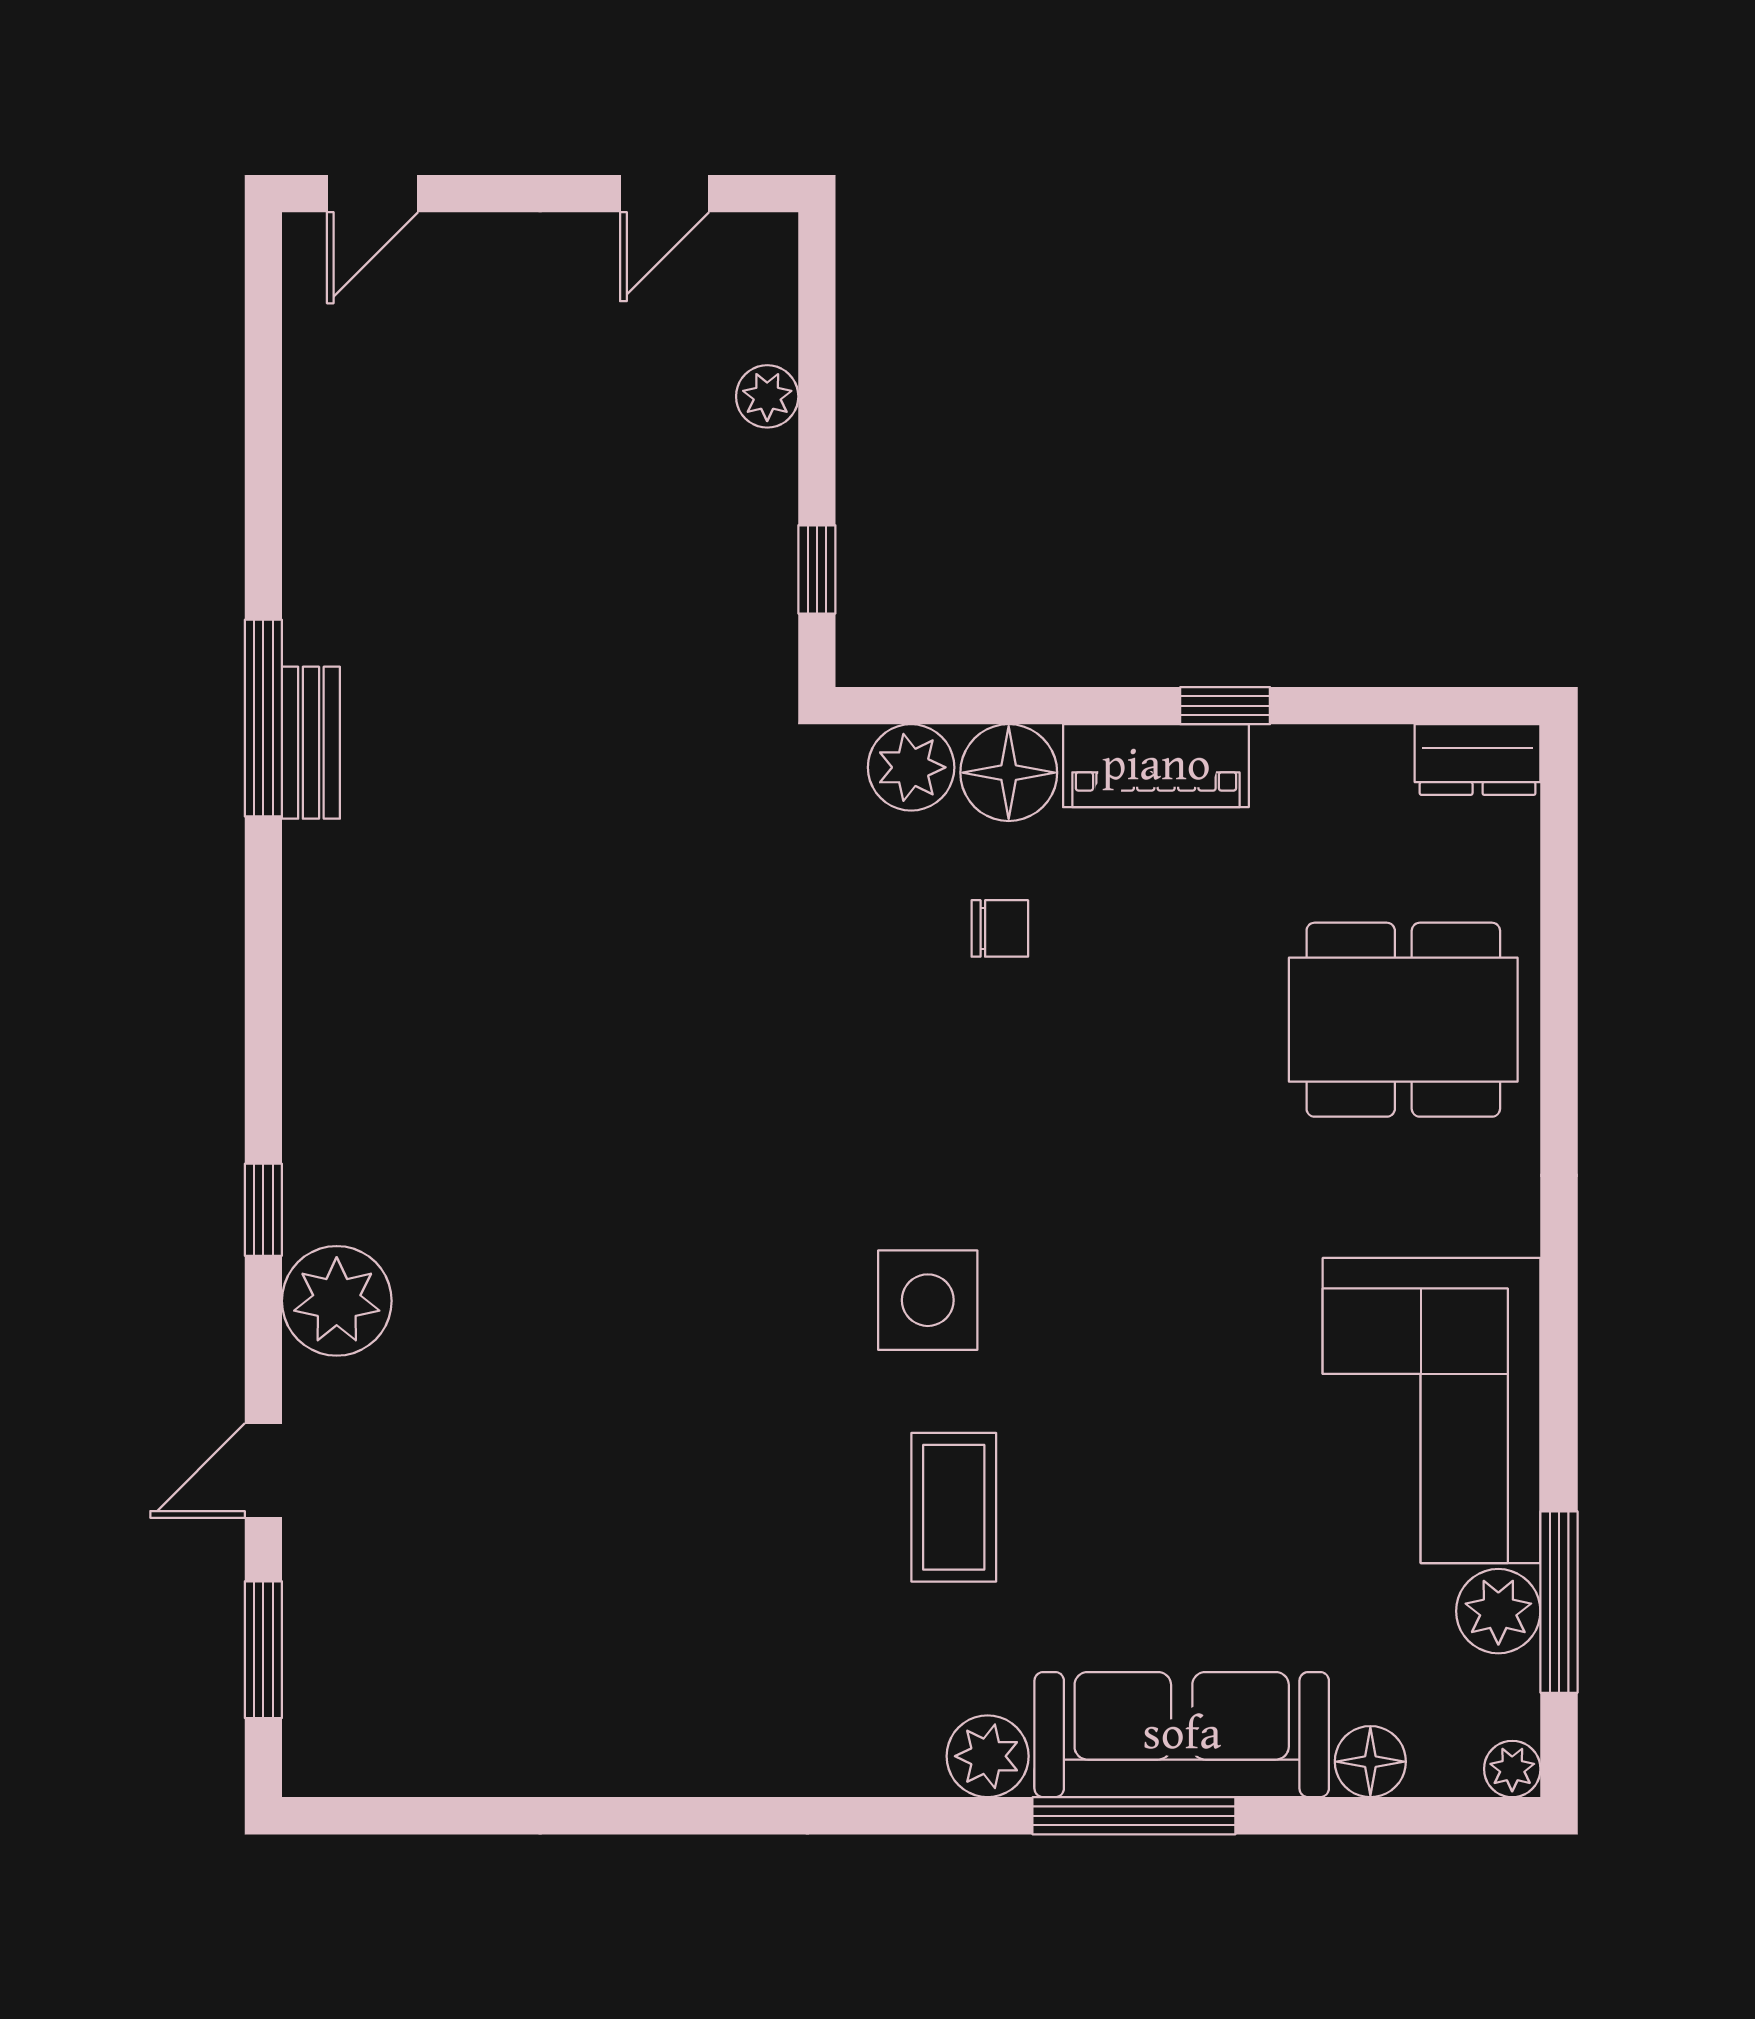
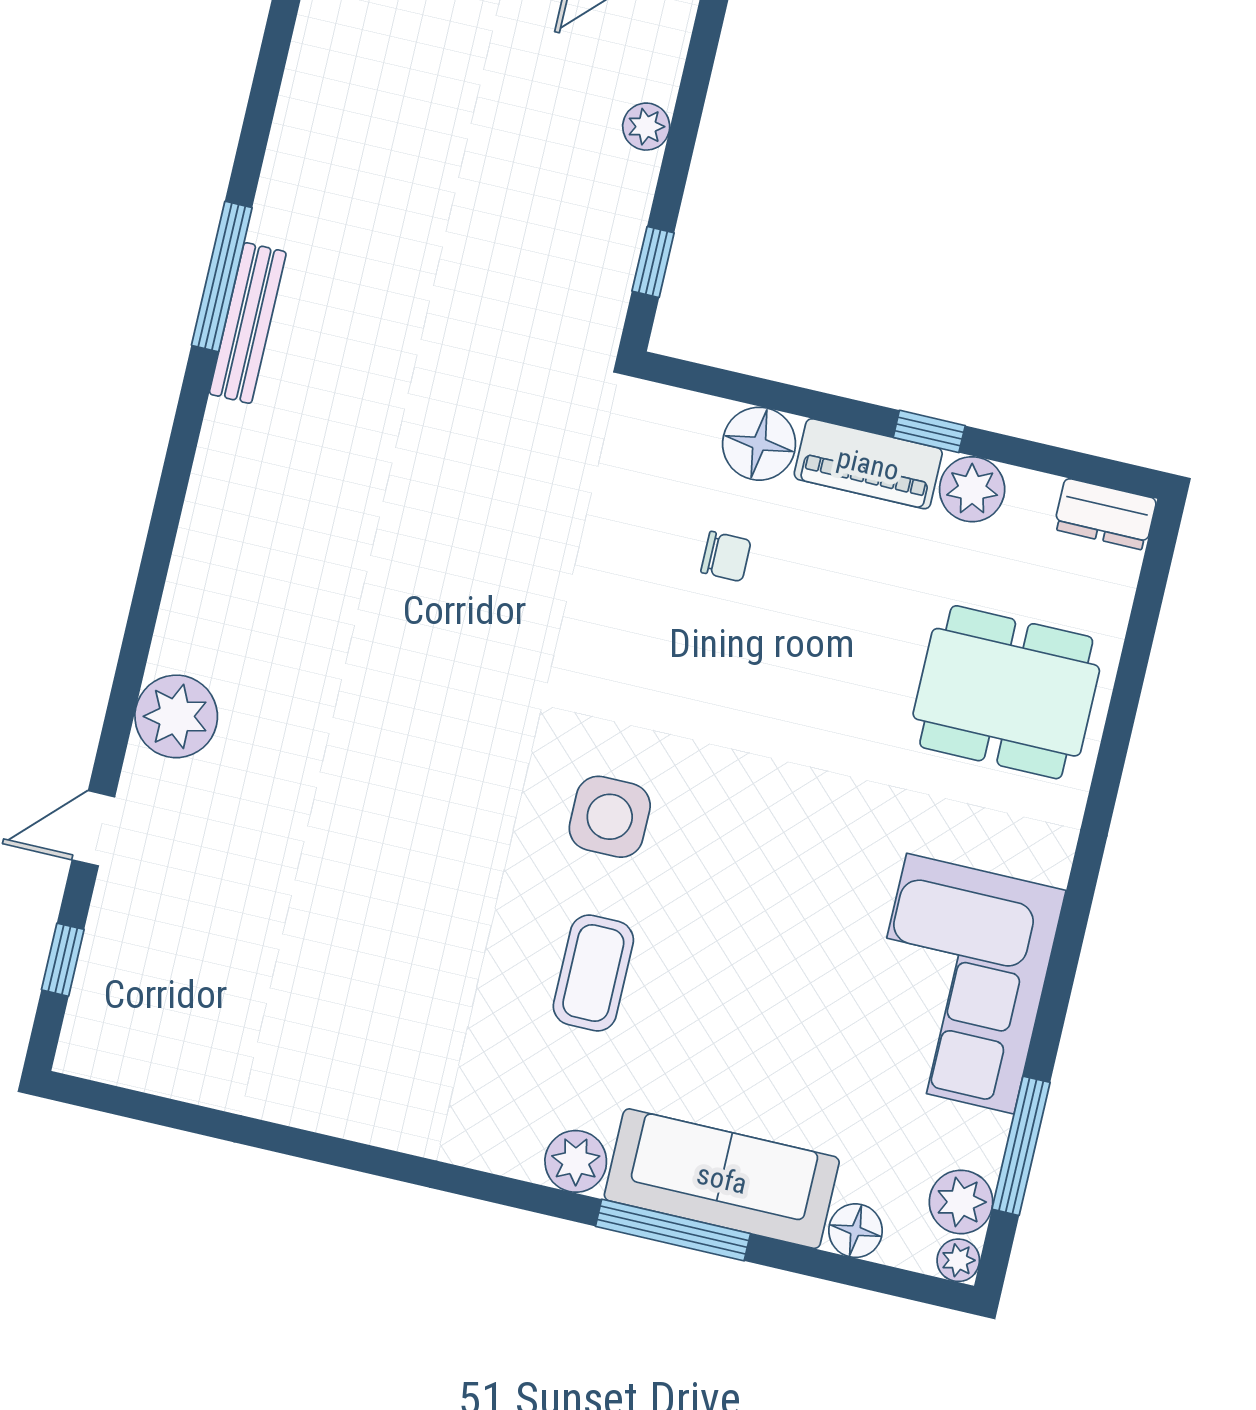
bench: (311, 743) -> (248, 323), width x1.36
plant: (911, 767) -> (972, 489), moved
window: (263, 1210) -> (138, 637), removed
plant: (1498, 1611) -> (961, 1202), moved
window: (263, 1650) -> (63, 960), width x0.67

